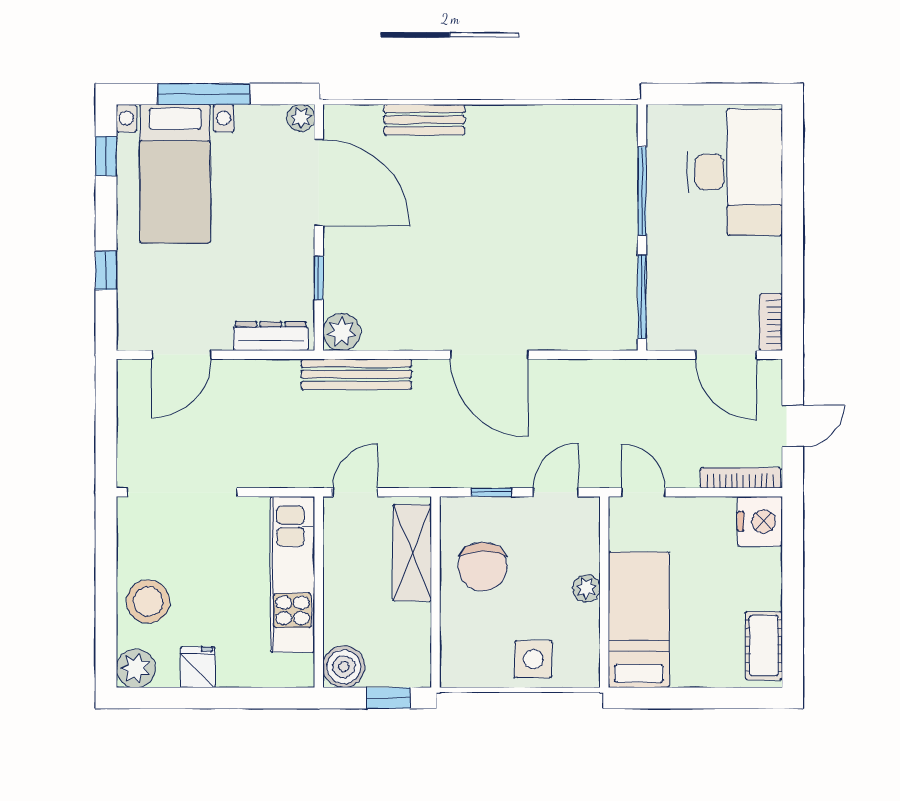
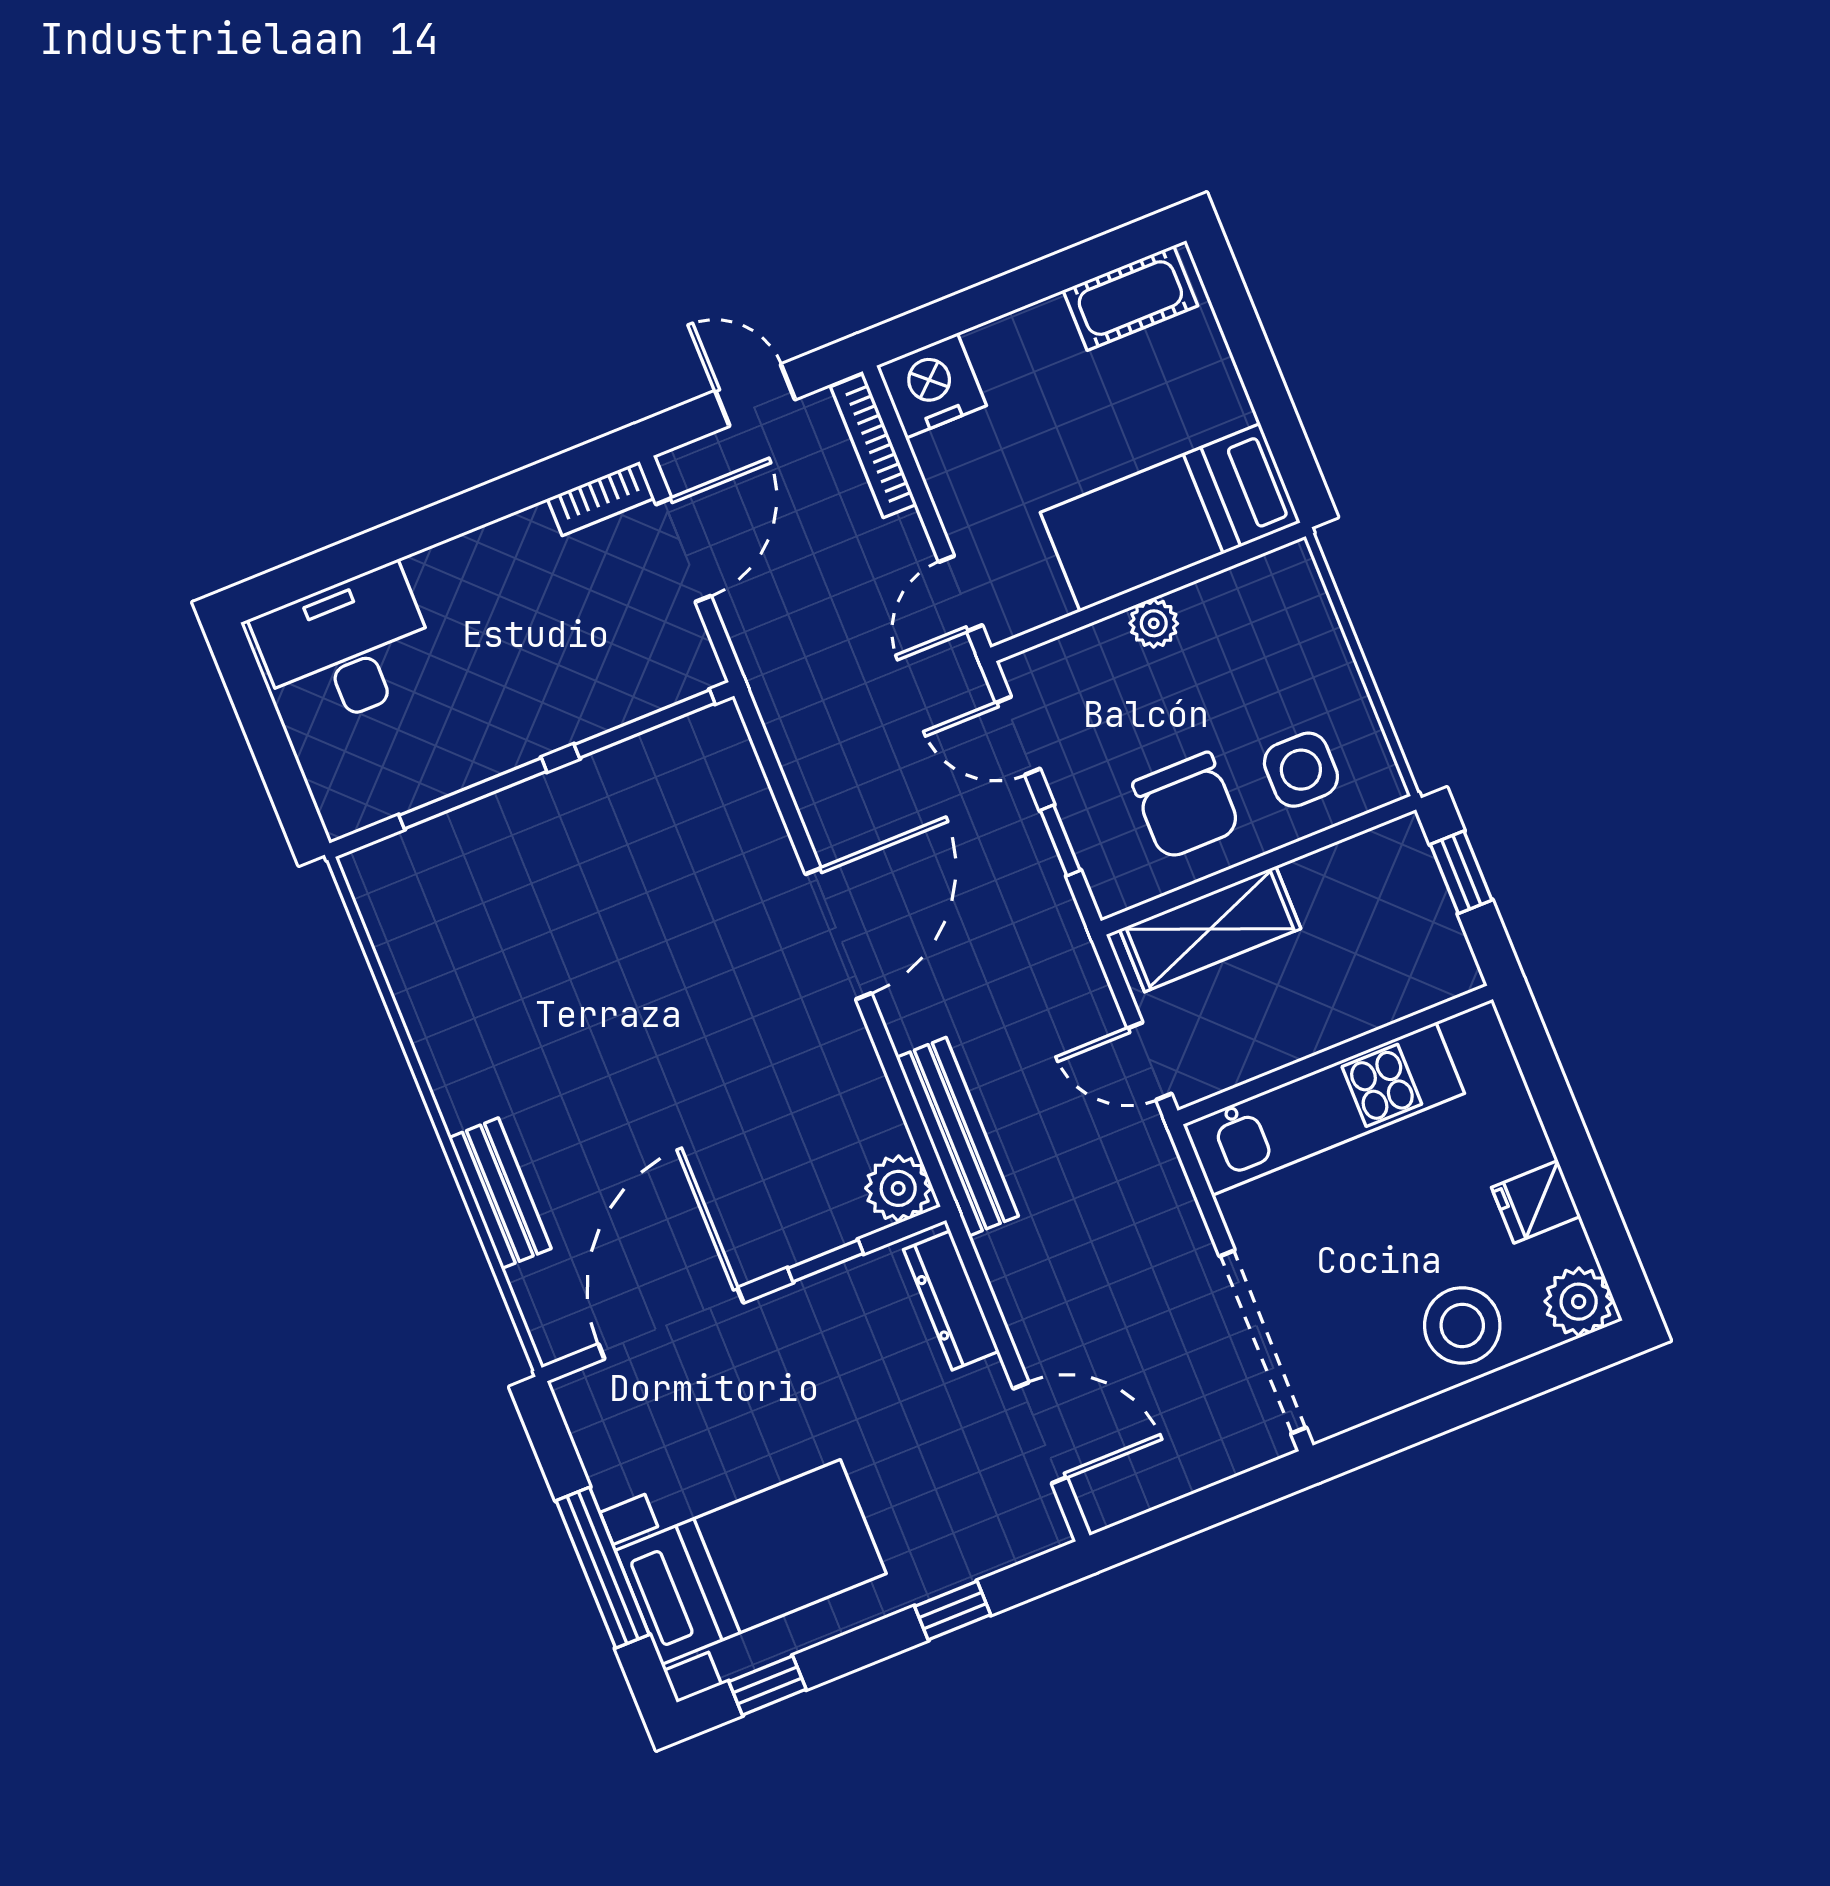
plant: (301, 118) -> (578, 1394), removed
desk: (735, 172) -> (346, 649), width x0.73, depth x0.77
chair: (483, 567) -> (1186, 806), turned 90
side table: (533, 659) -> (1301, 770), moved
boiler: (344, 667) -> (1440, 965), removed

